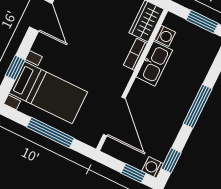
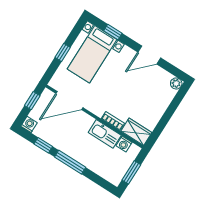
window: (50, 133) -> (63, 52), width x0.46
window: (171, 161) -> (43, 145), moved
window: (133, 173) -> (32, 101), moved

